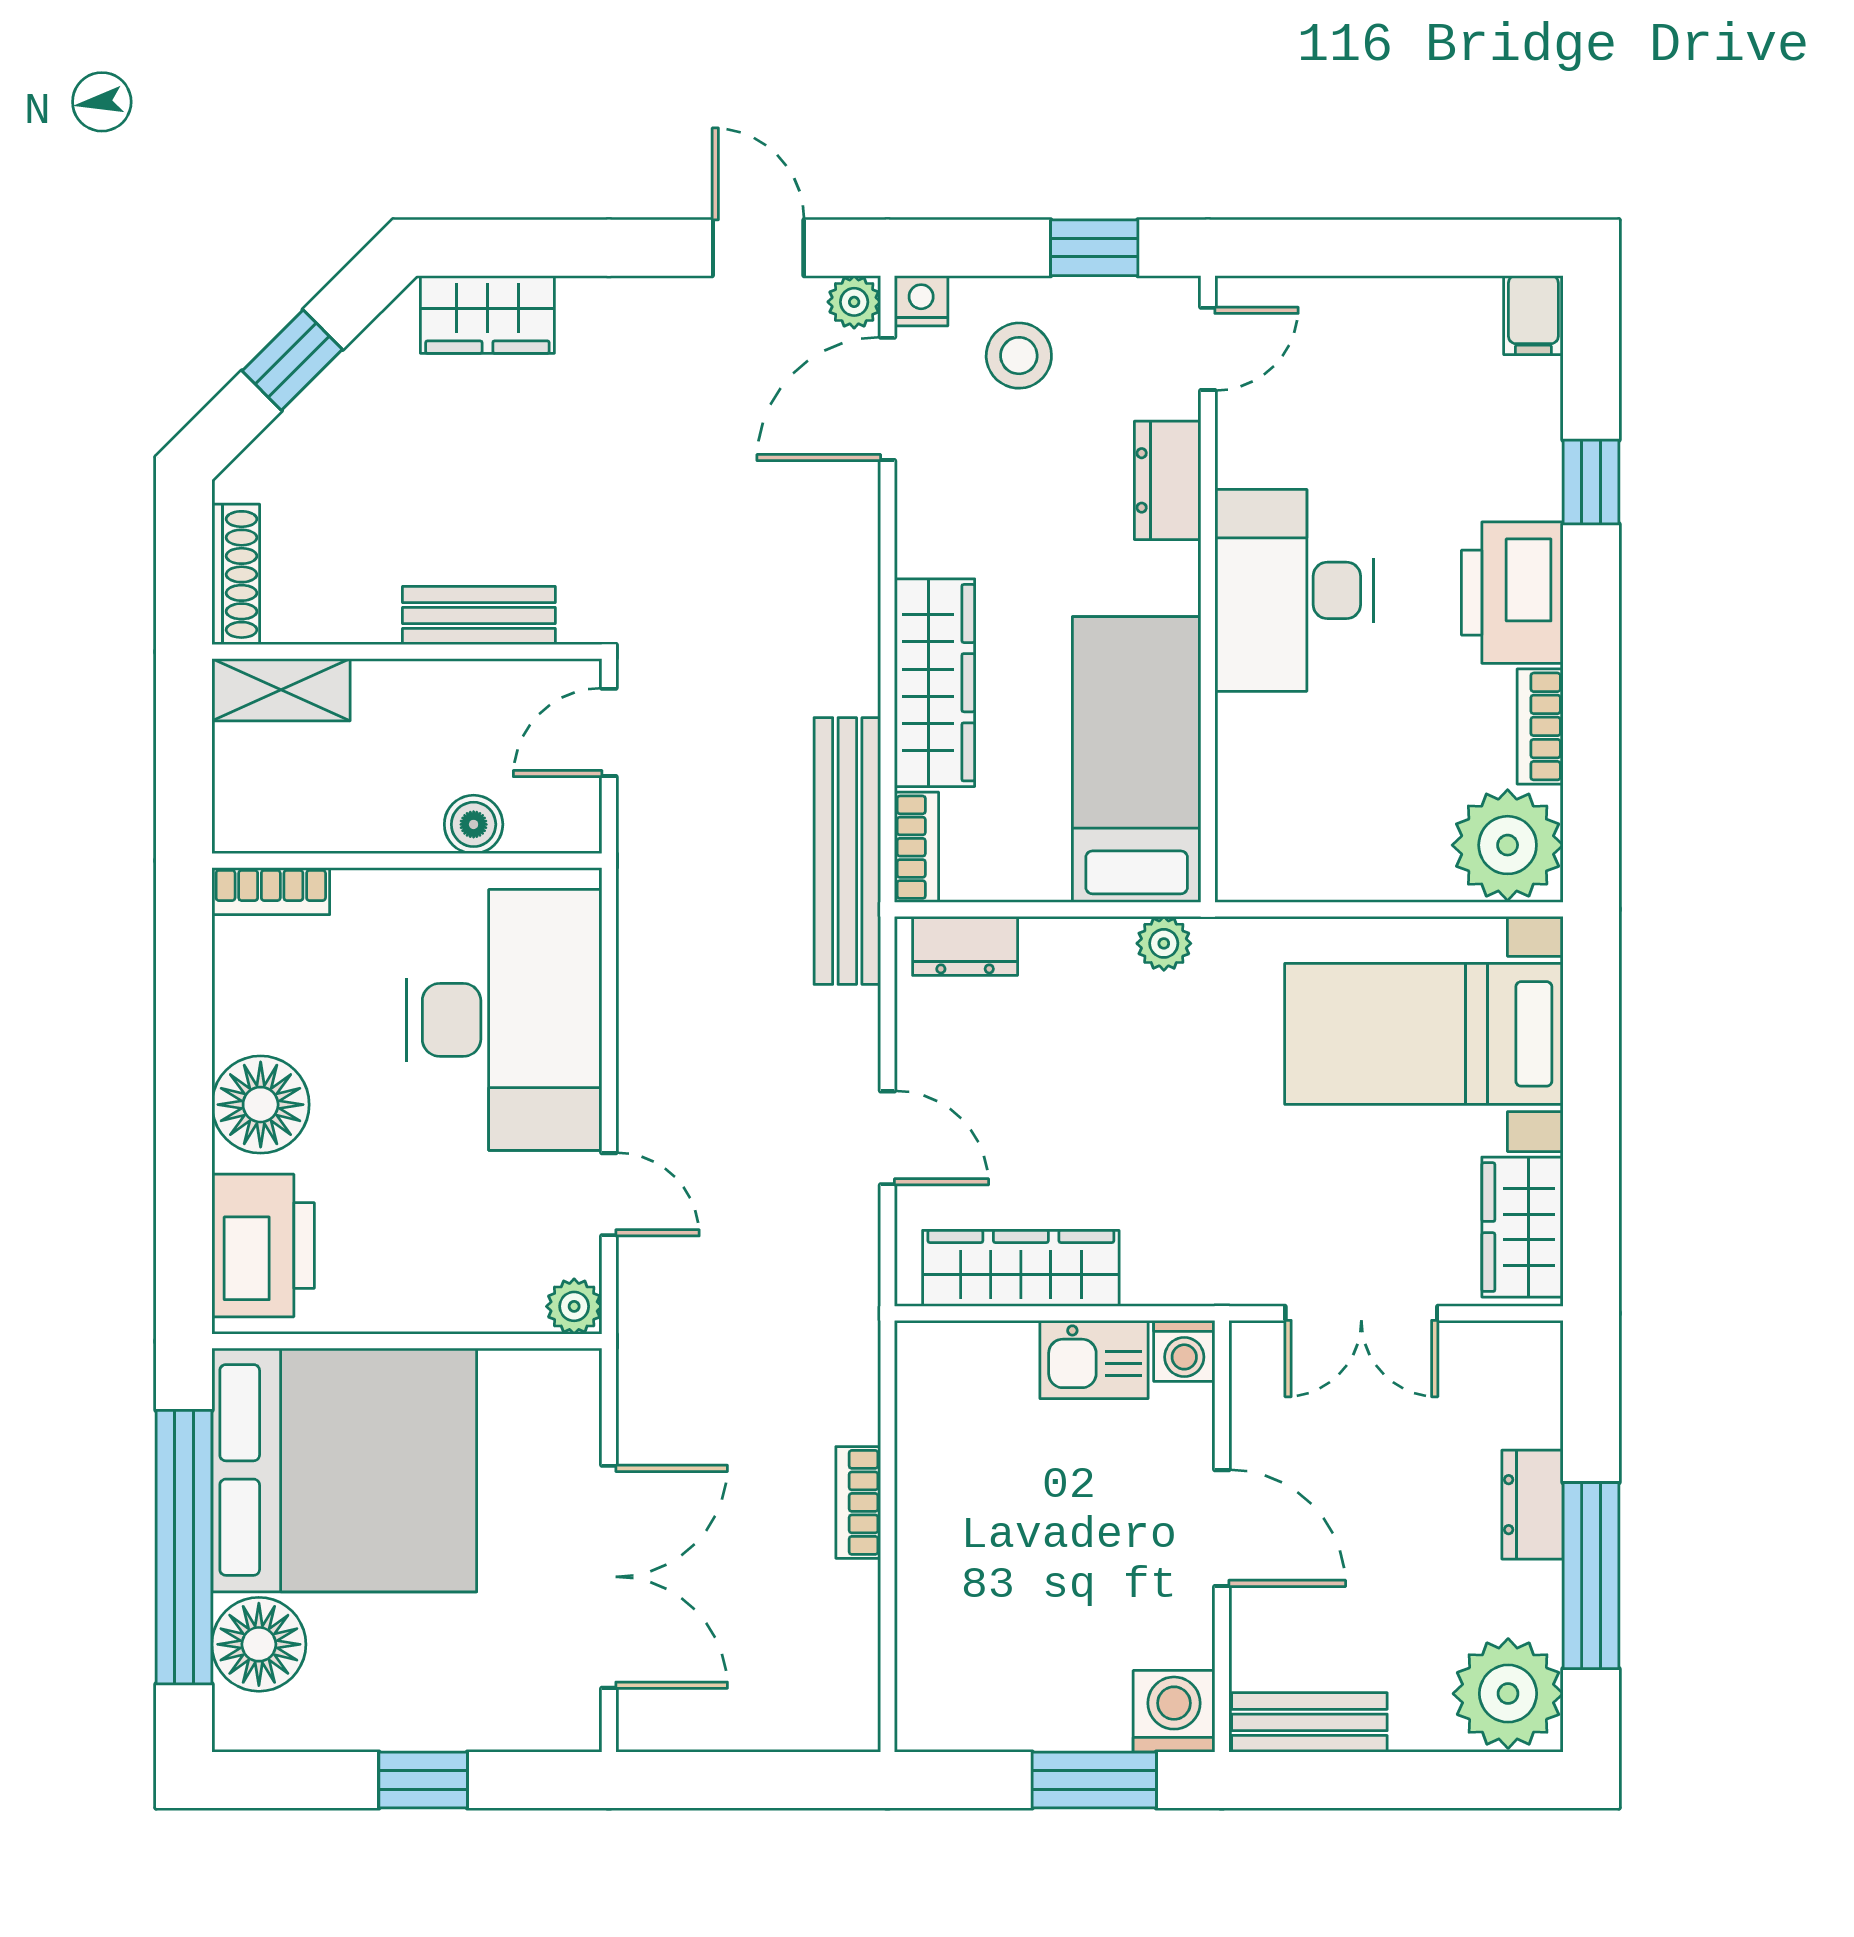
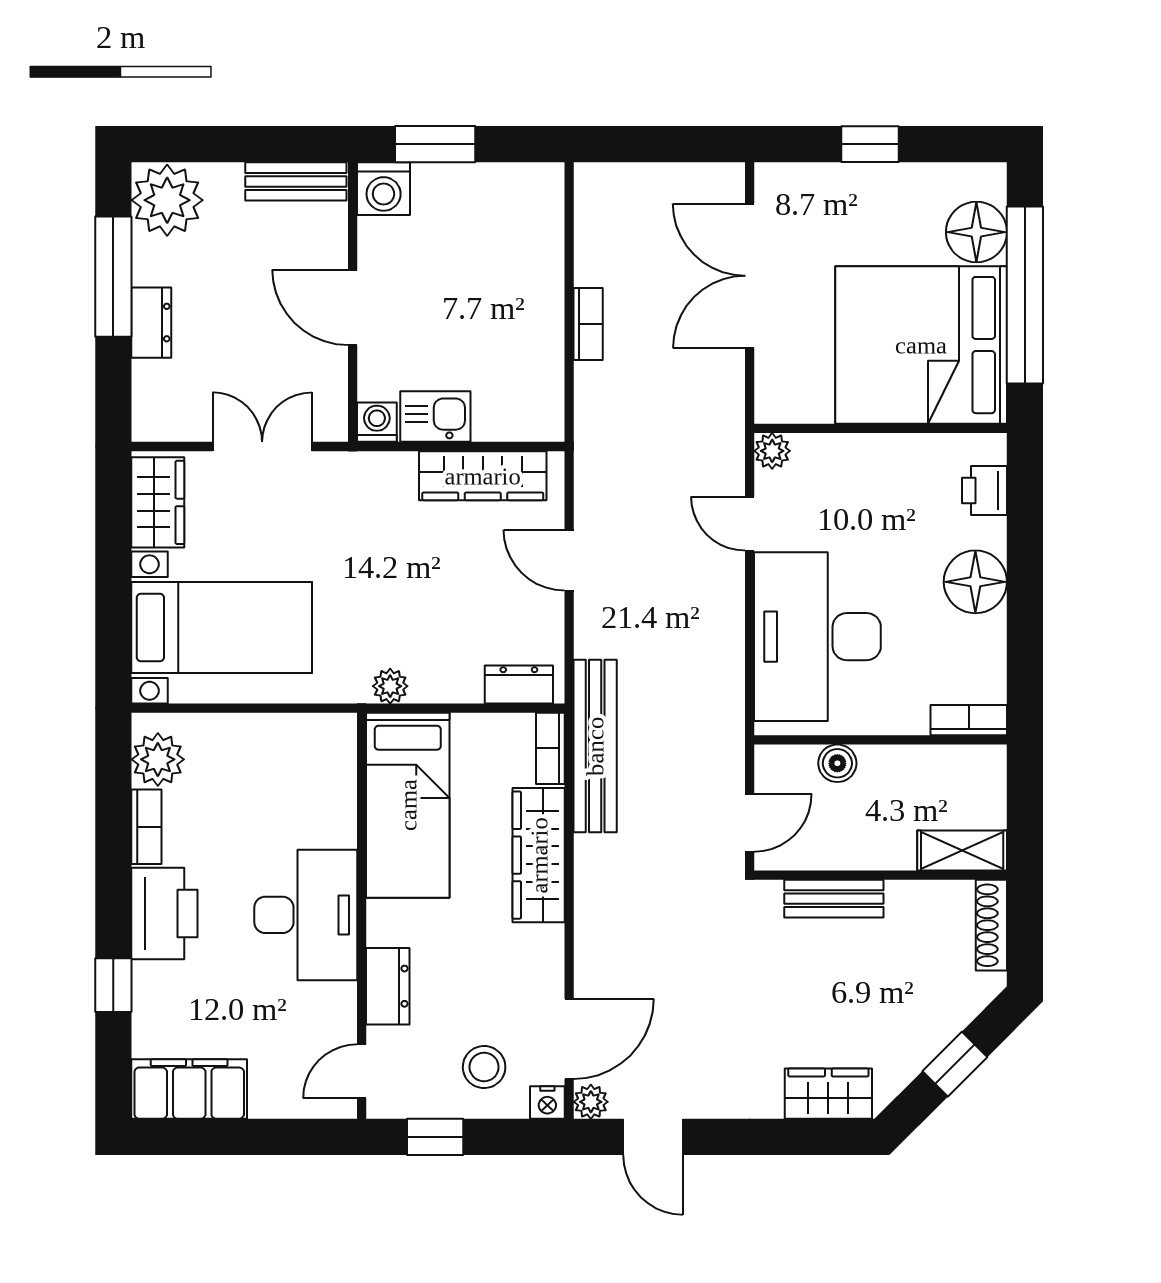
filing cabinet: (1533, 315) -> (189, 1089), width x3.00, depth x1.17
plant: (1508, 845) -> (158, 759), width x0.73, depth x0.73
printer: (263, 1245) -> (984, 490), width x0.53, depth x0.68

